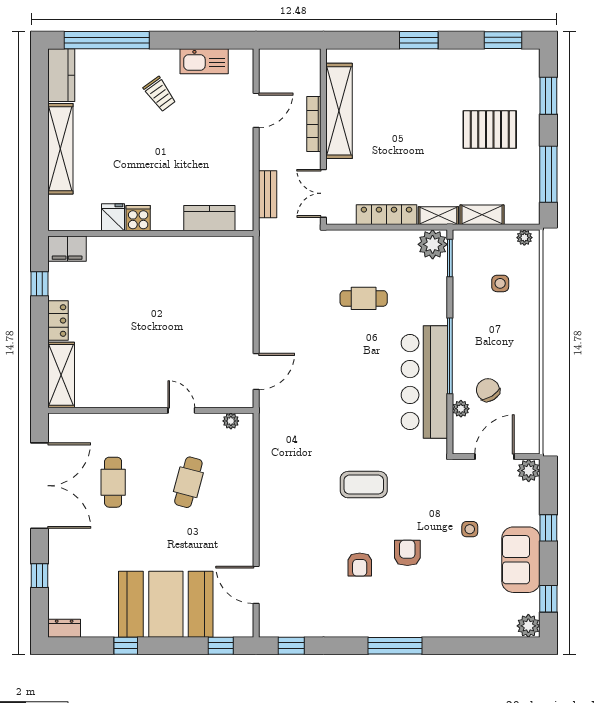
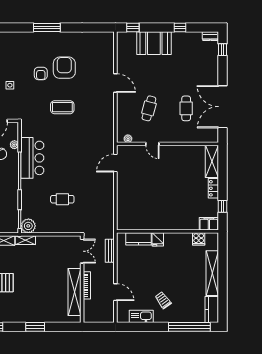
door: (256, 110) -> (115, 292), swing flipped
locker: (386, 215) -> (51, 241), removed
fridge: (113, 217) -> (158, 239), moved
cooker: (138, 218) -> (199, 239), moved
bar counter: (424, 382) -> (32, 158), width x0.73
armchair: (360, 565) -> (64, 68), width x1.88, depth x1.88
window: (40, 576) -> (222, 50), moved
door: (256, 585) -> (115, 83), moved
booth: (166, 604) -> (154, 43), width x0.73, depth x0.70
window: (291, 646) -> (98, 28), removed

